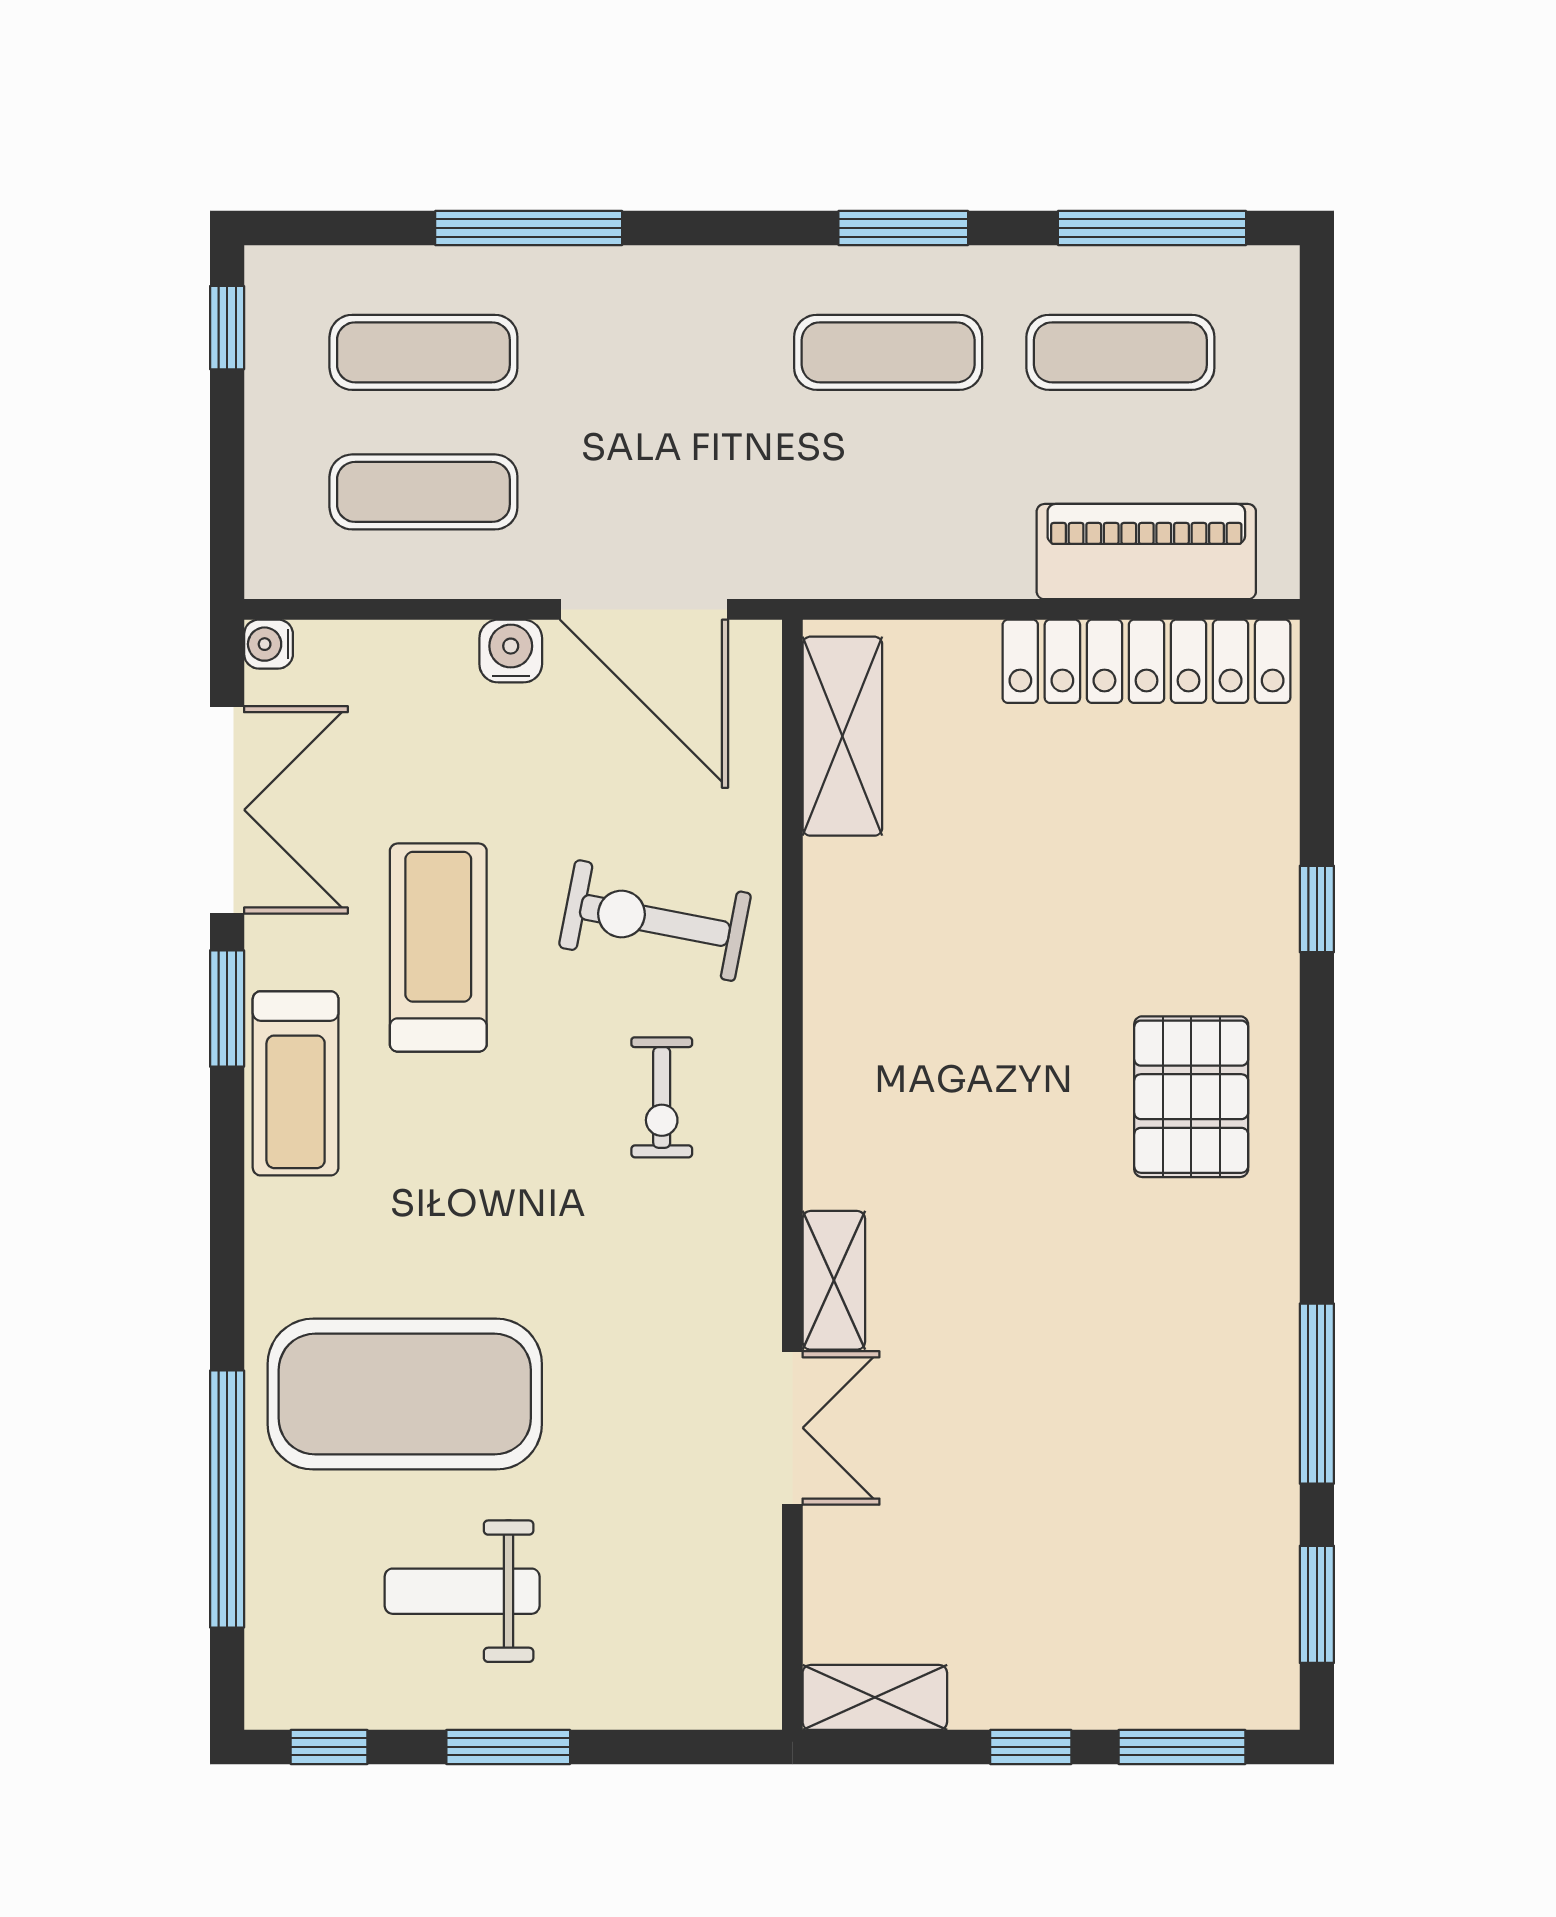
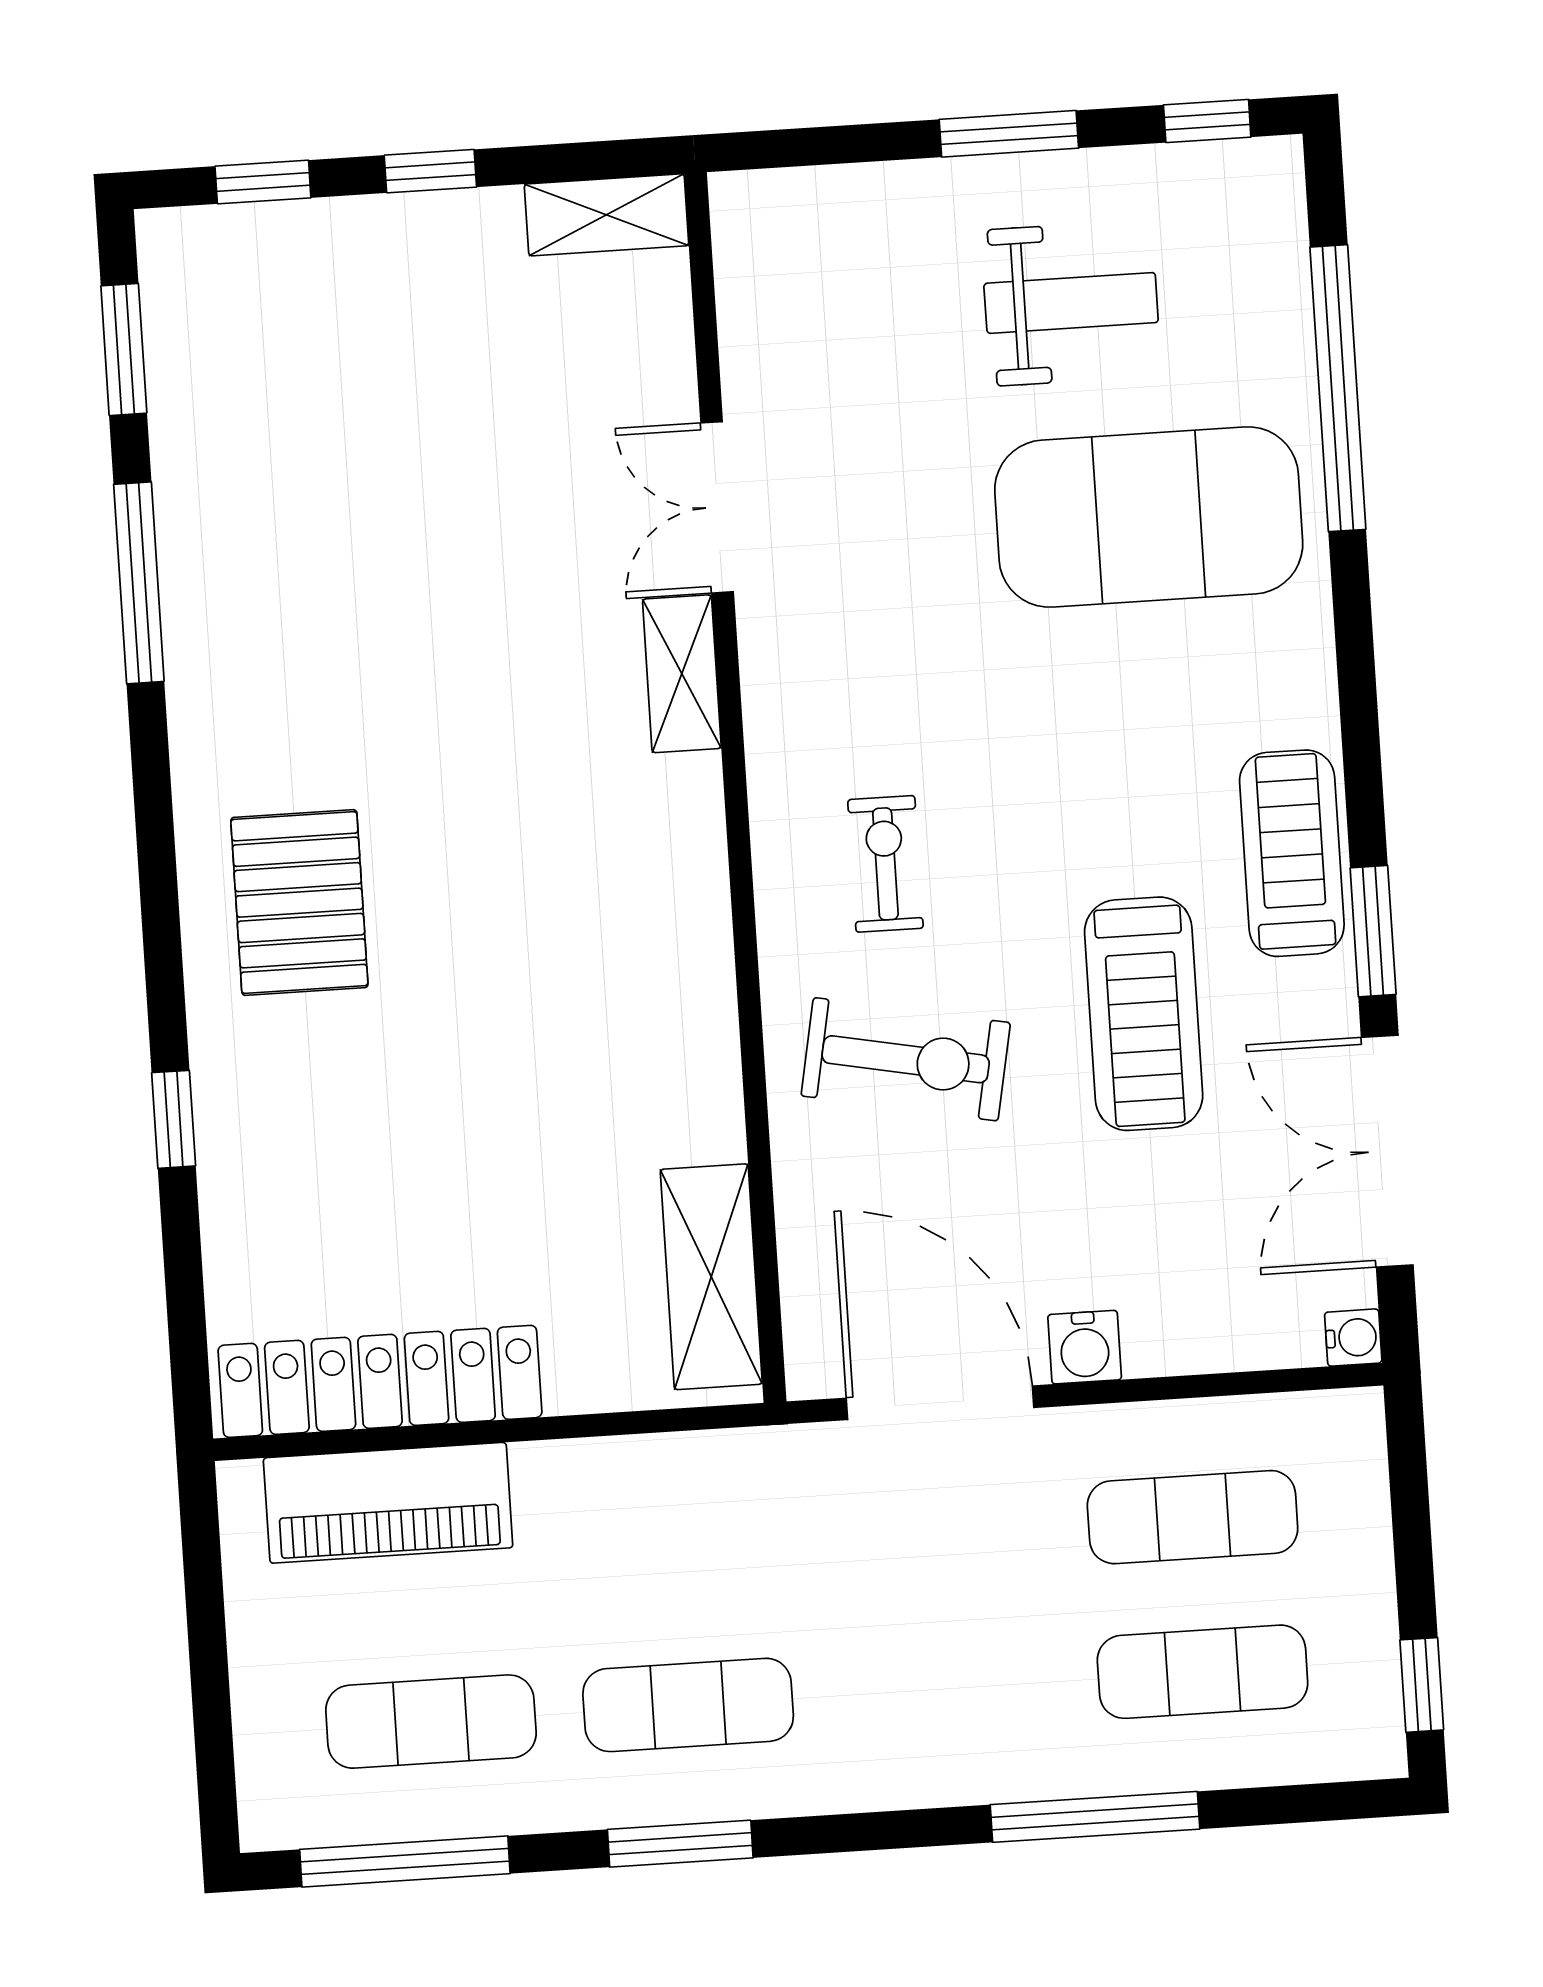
window: (1182, 1747) -> (263, 182), width x0.67

